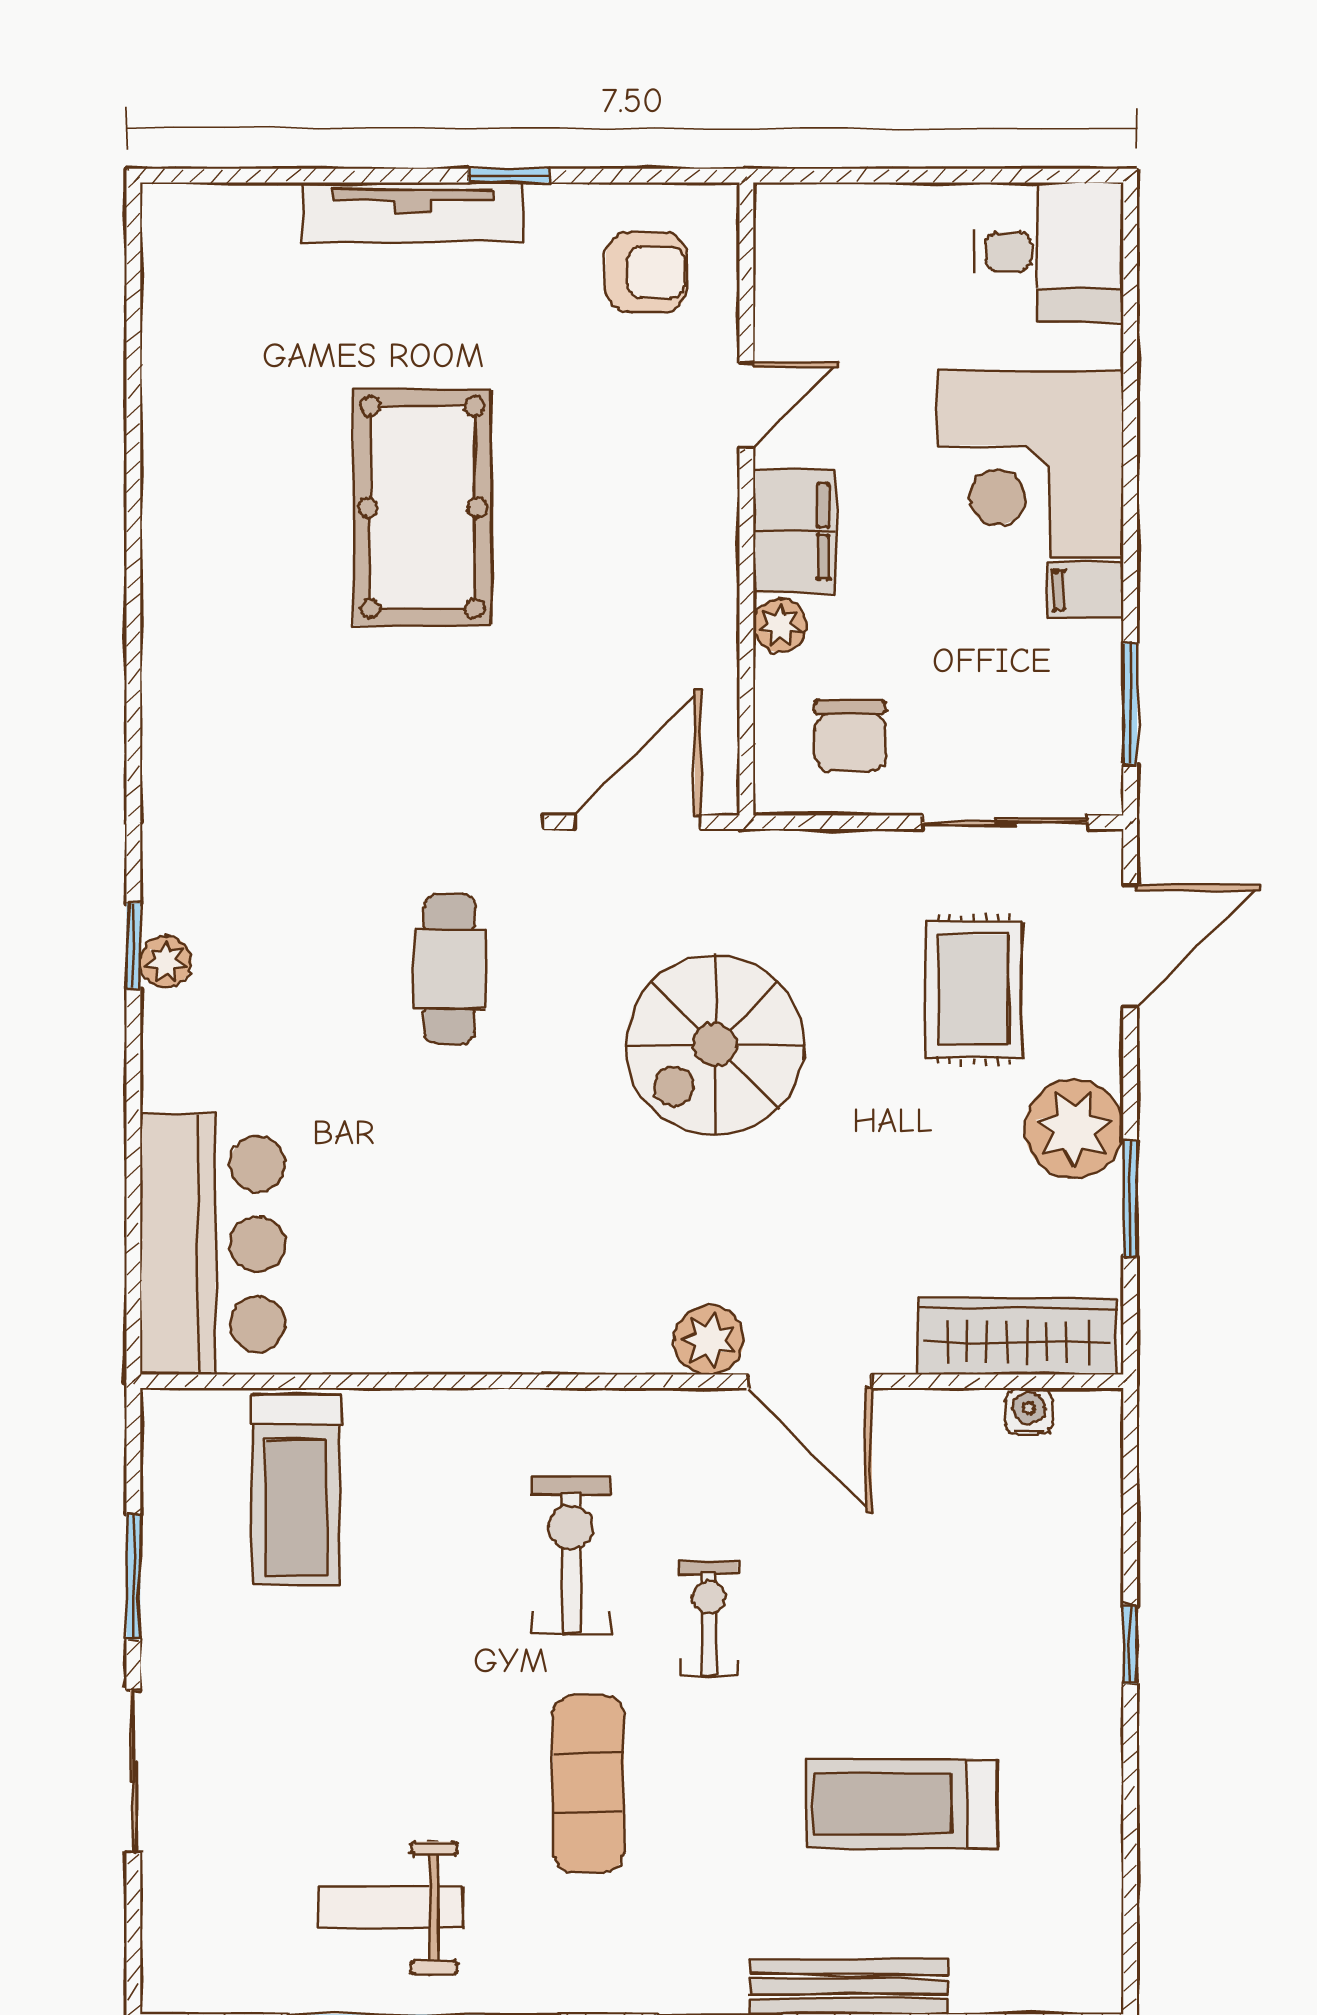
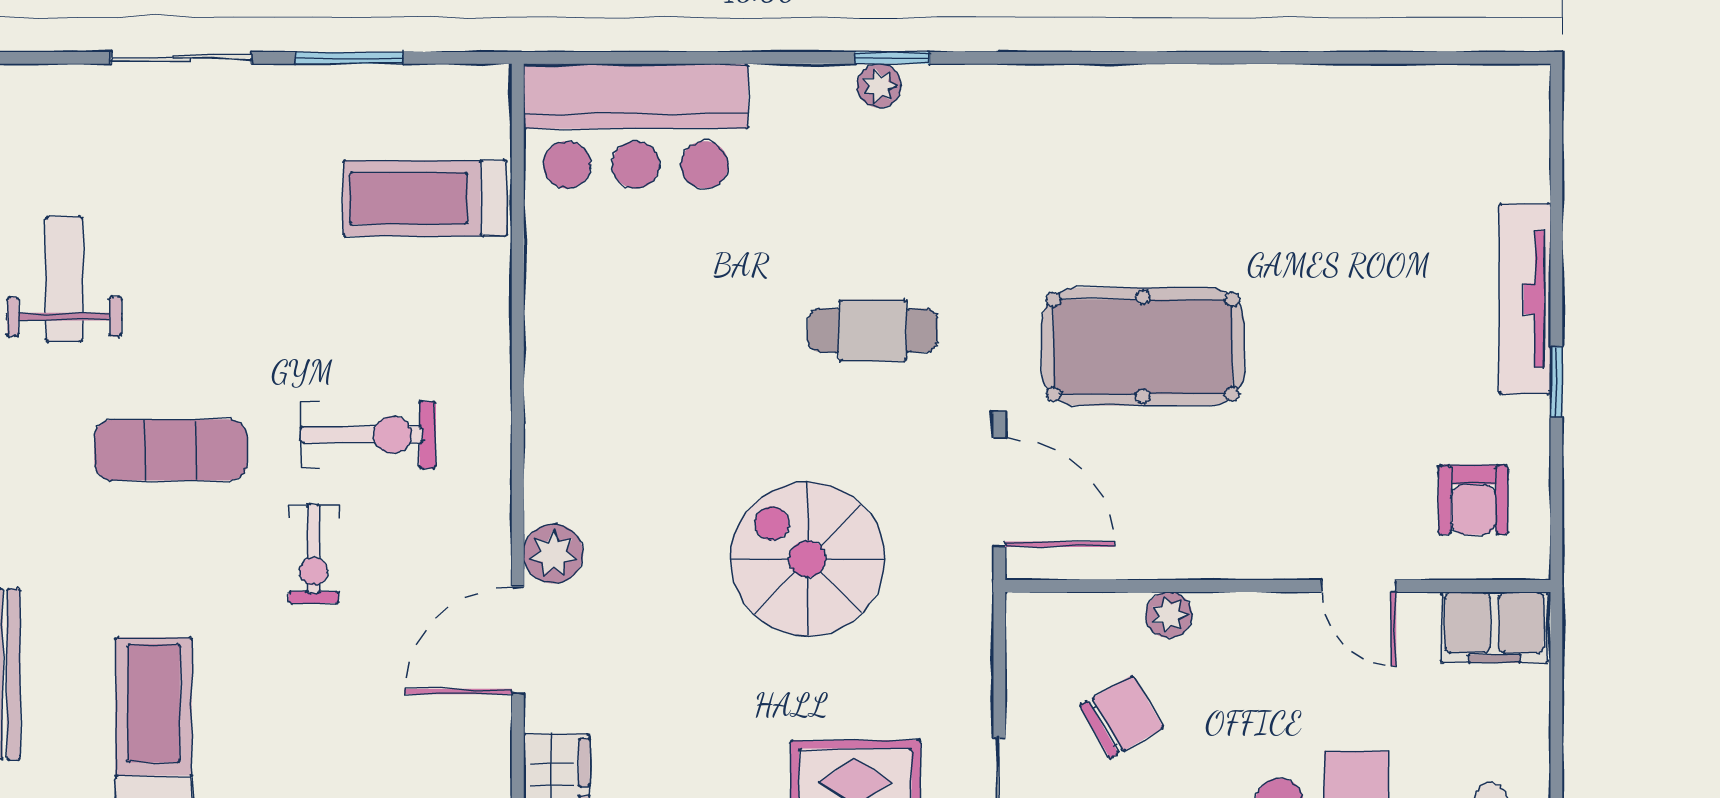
pool table: (423, 507) -> (1143, 347), moved
filing cabinet: (794, 531) -> (1494, 627), moved
chair: (850, 736) -> (1122, 717), moved, turned 150
exercise bike: (709, 1618) -> (314, 553), turned 90

